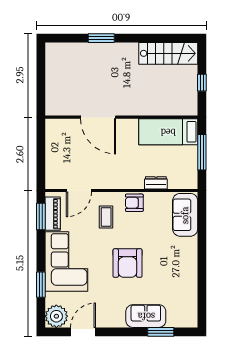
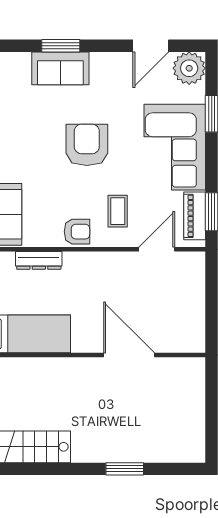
dresser: (156, 183) -> (39, 260), width x1.44
window: (161, 332) -> (61, 46), moved

